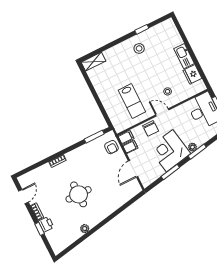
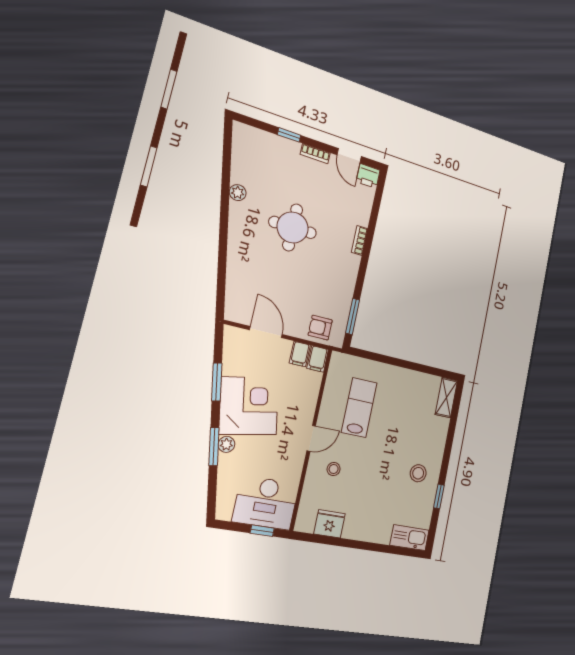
kitchen sink: (184, 56) -> (410, 538), moved
lab bench: (132, 101) -> (359, 408), turned 90
chair: (151, 128) -> (302, 404), removed
printer: (46, 224) -> (368, 176), moved

